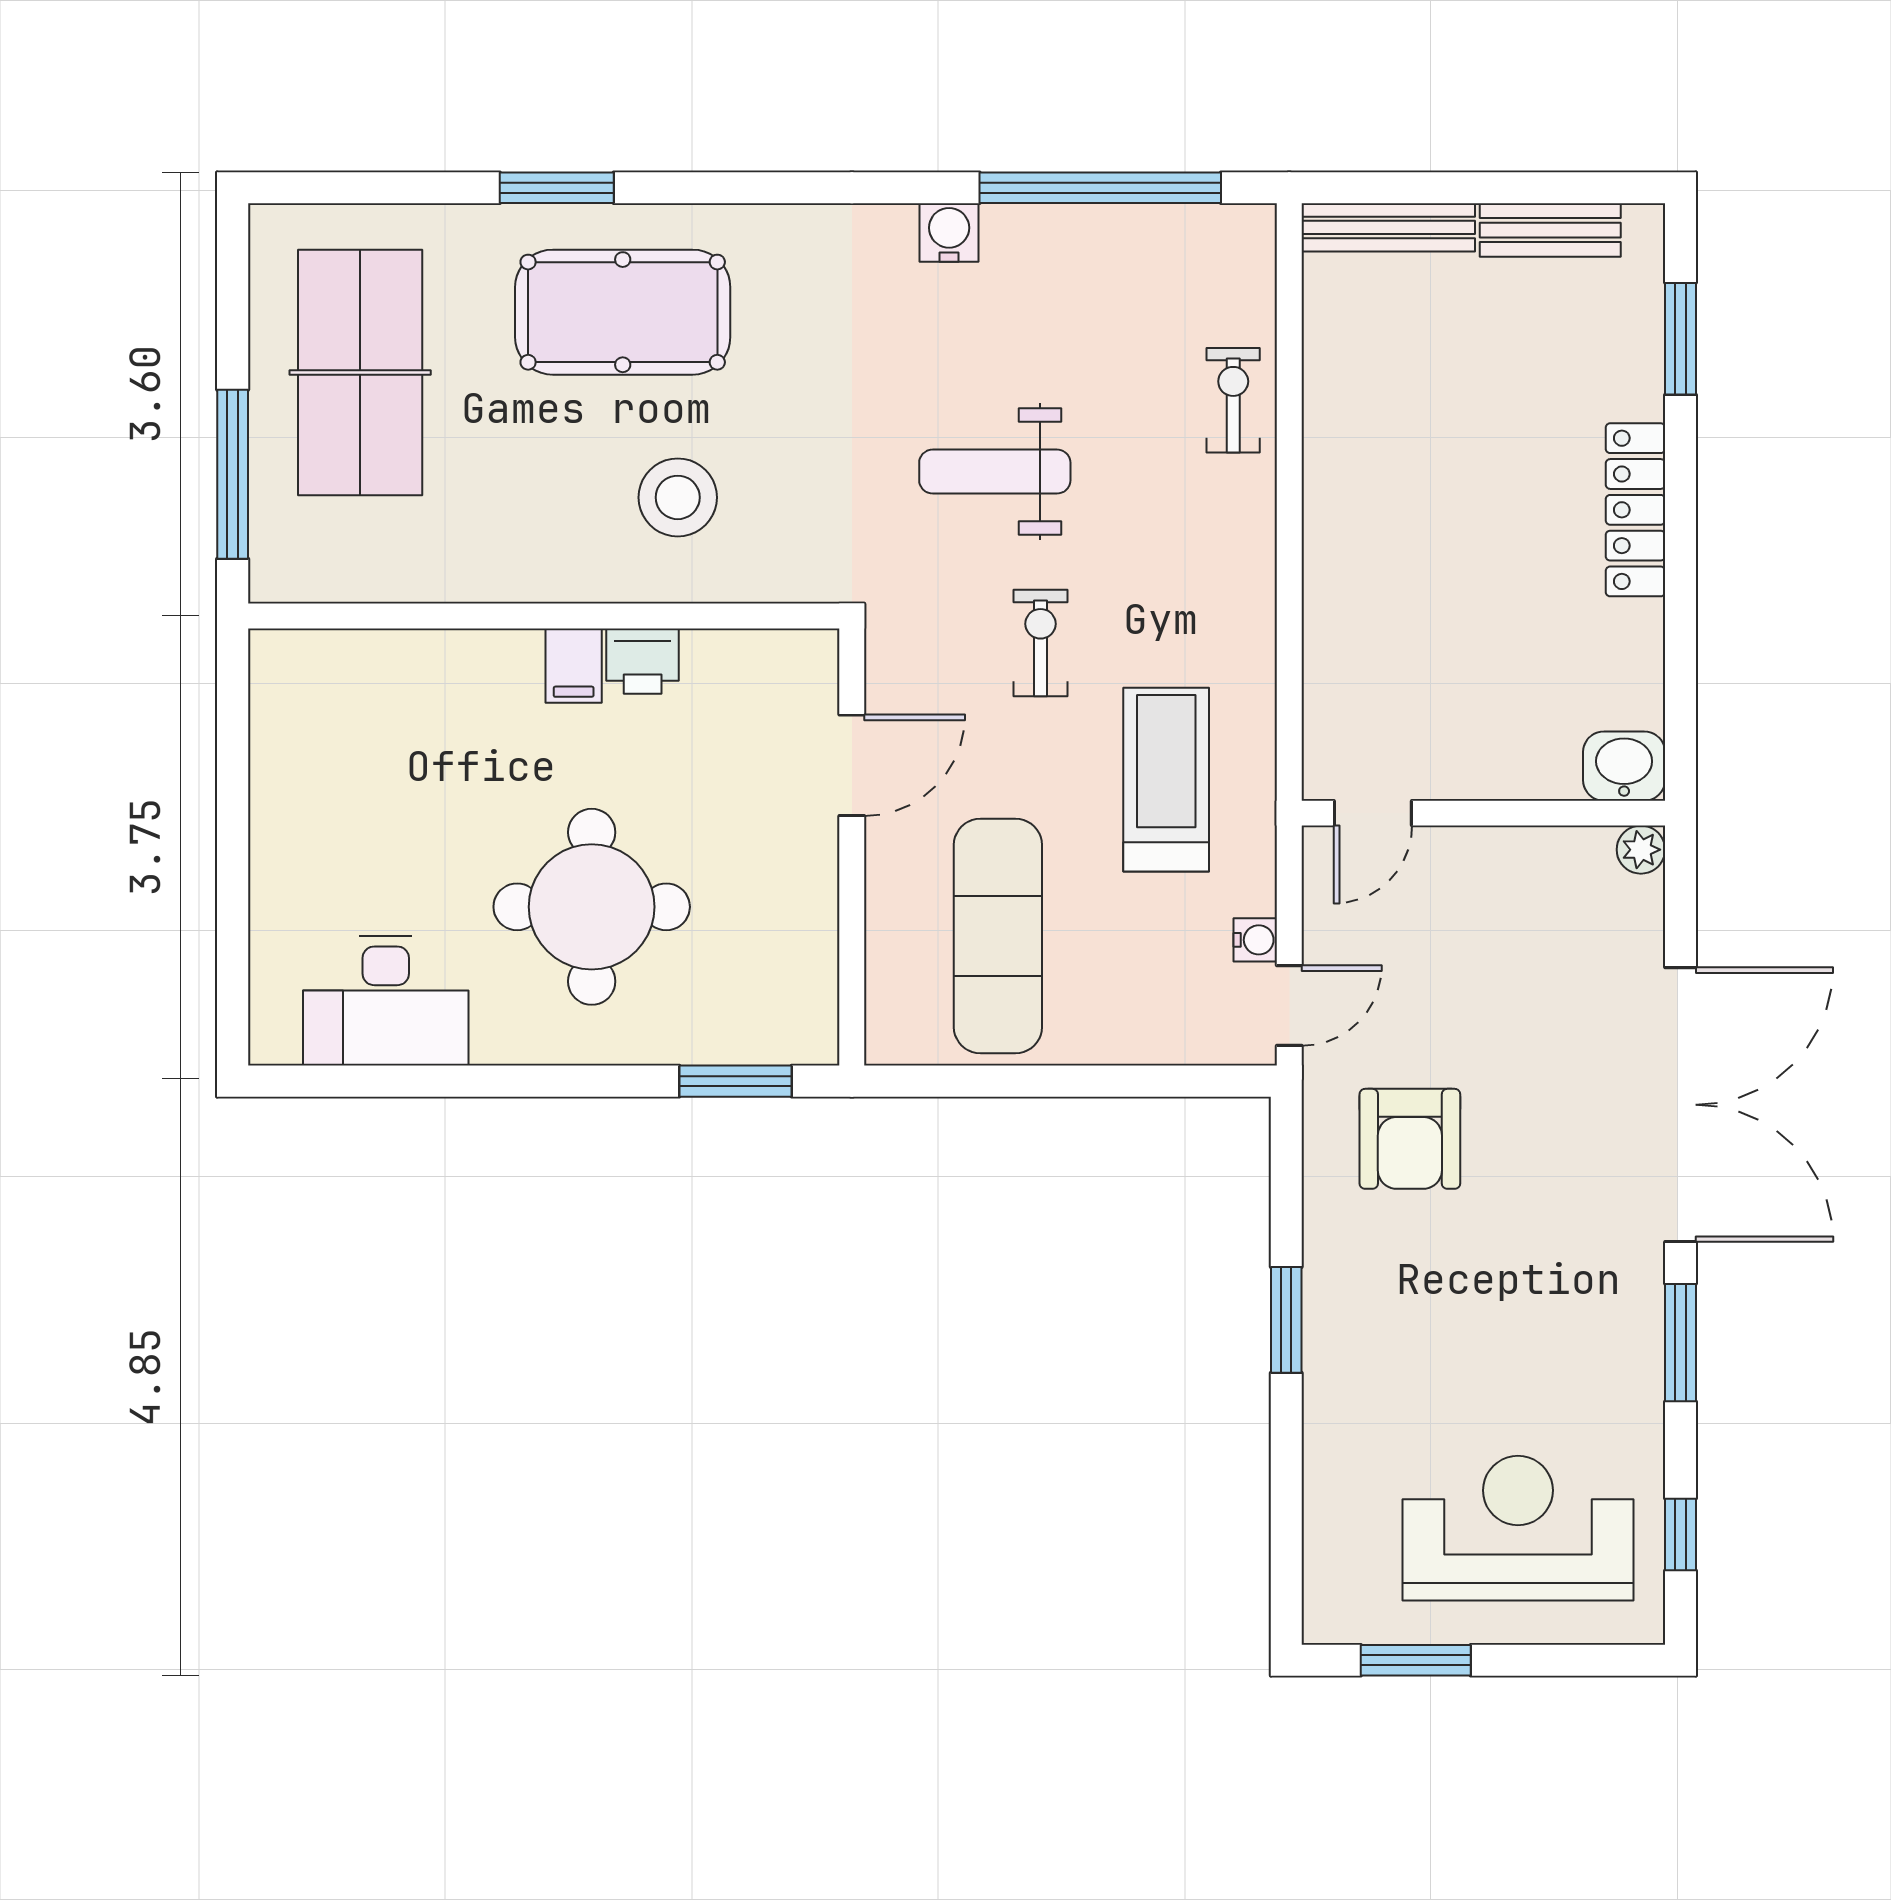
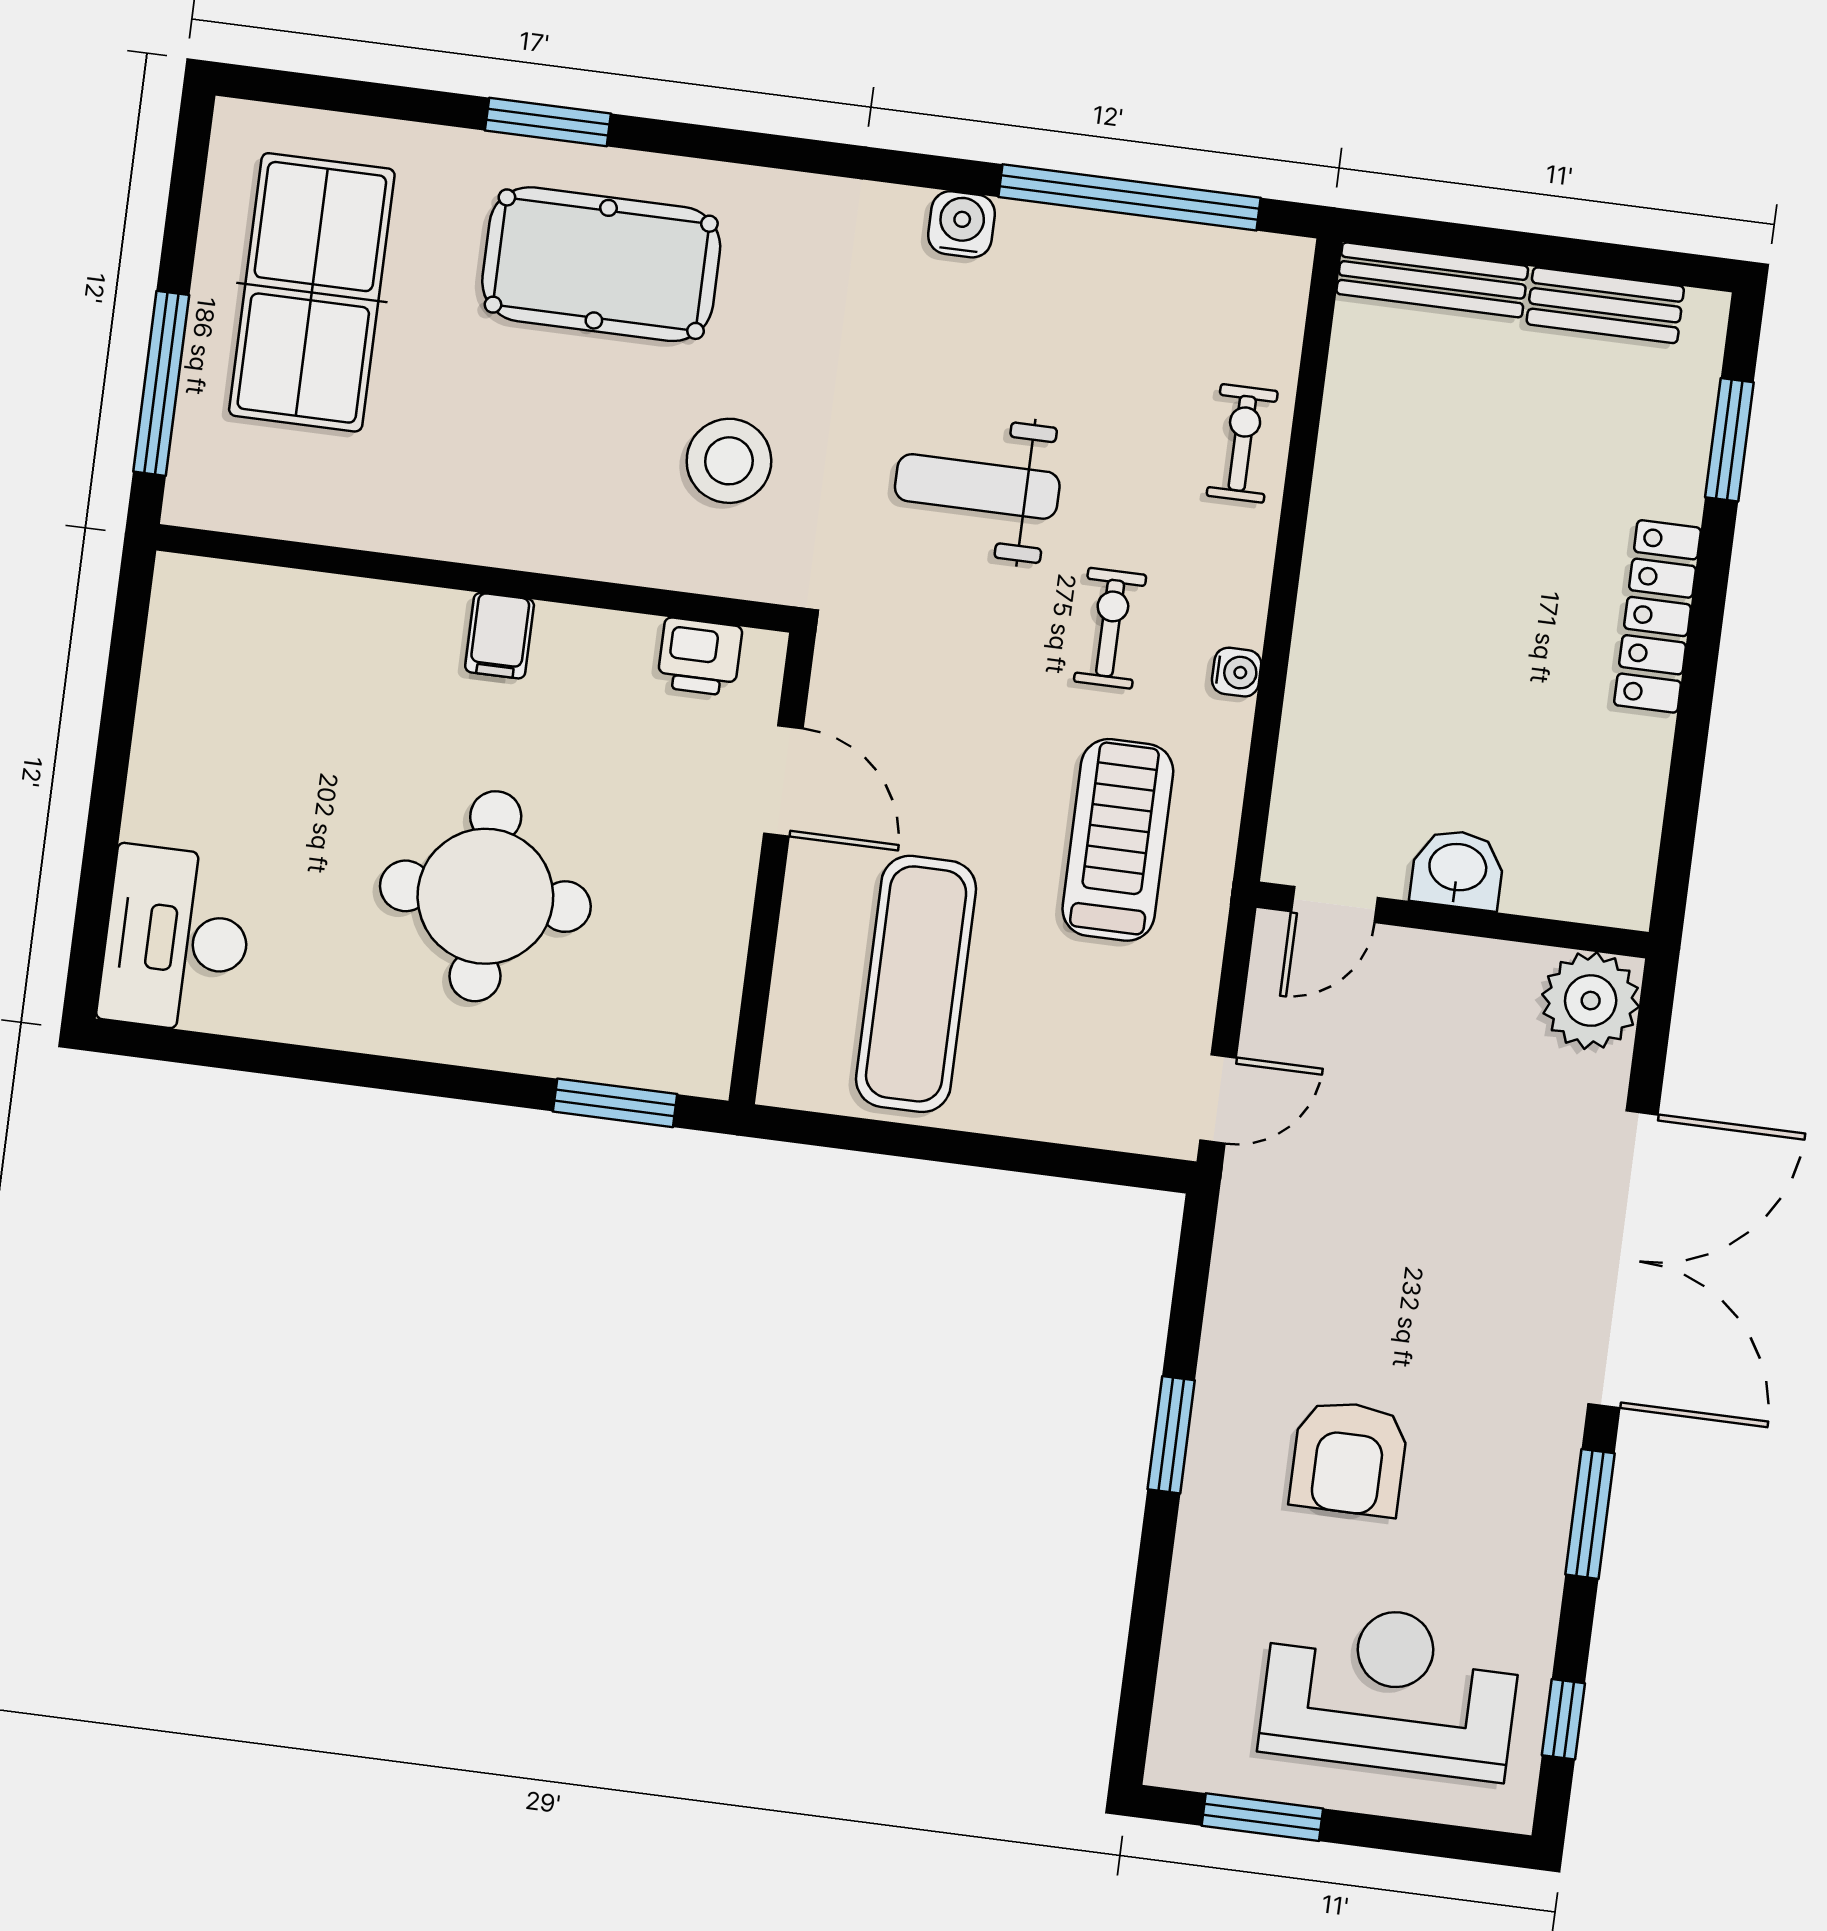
stool: (678, 497) -> (729, 461), moved
exercise bike: (1040, 643) -> (1110, 628), moved
printer: (643, 661) -> (700, 657), moved
door: (852, 765) -> (783, 781), hinge flipped
washbasin: (1624, 766) -> (1457, 869), moved
plant: (1641, 850) -> (1591, 1001), width x1.87, depth x1.87
water cooler: (1255, 940) -> (1237, 672), moved
desk: (386, 1001) -> (176, 939), moved, turned 90
armchair: (1410, 1139) -> (1349, 1458), moved

